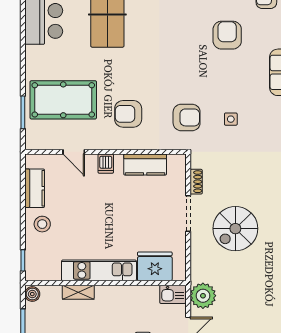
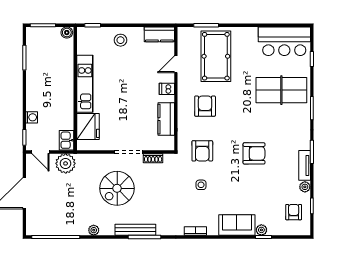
armchair: (227, 35) -> (254, 153), moved
kitchen counter: (35, 188) -> (159, 34), moved
spiral stairs: (235, 229) -> (117, 188), turned -90
shelving: (78, 292) -> (68, 68), removed

